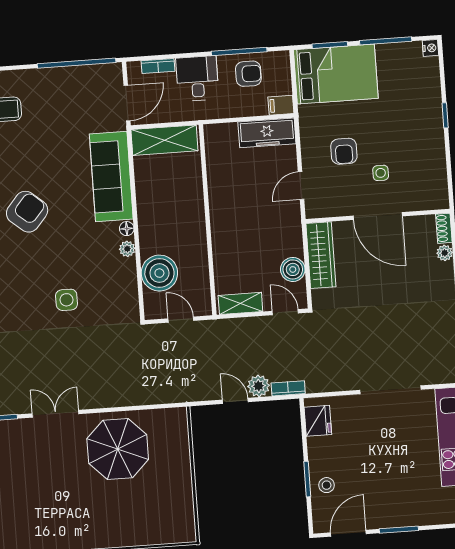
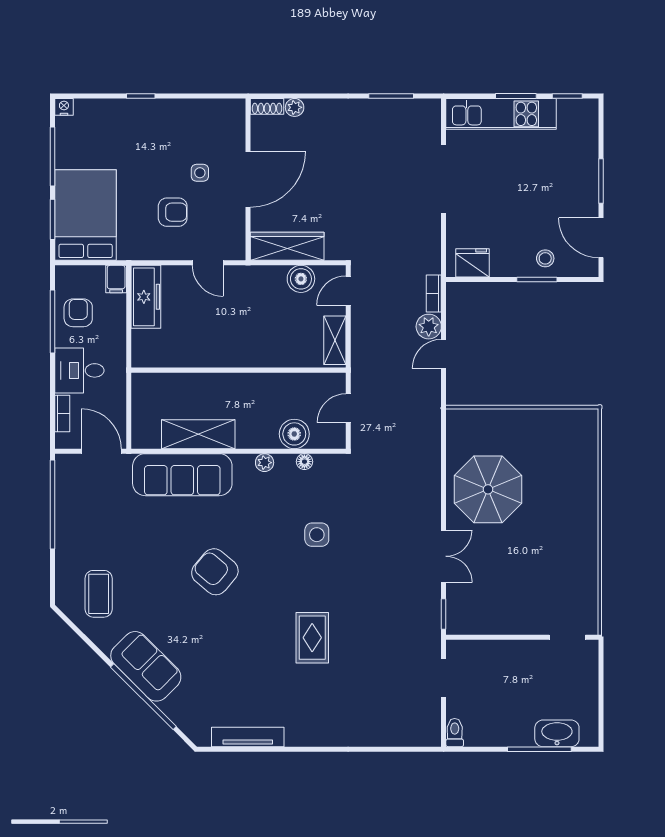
shelving: (164, 140) -> (198, 434), moved, turned 90
floor lamp: (127, 229) -> (304, 462), moved
boiler: (159, 273) -> (294, 434), width x0.73, depth x0.73
double door: (55, 414) -> (444, 556), swing flipped

